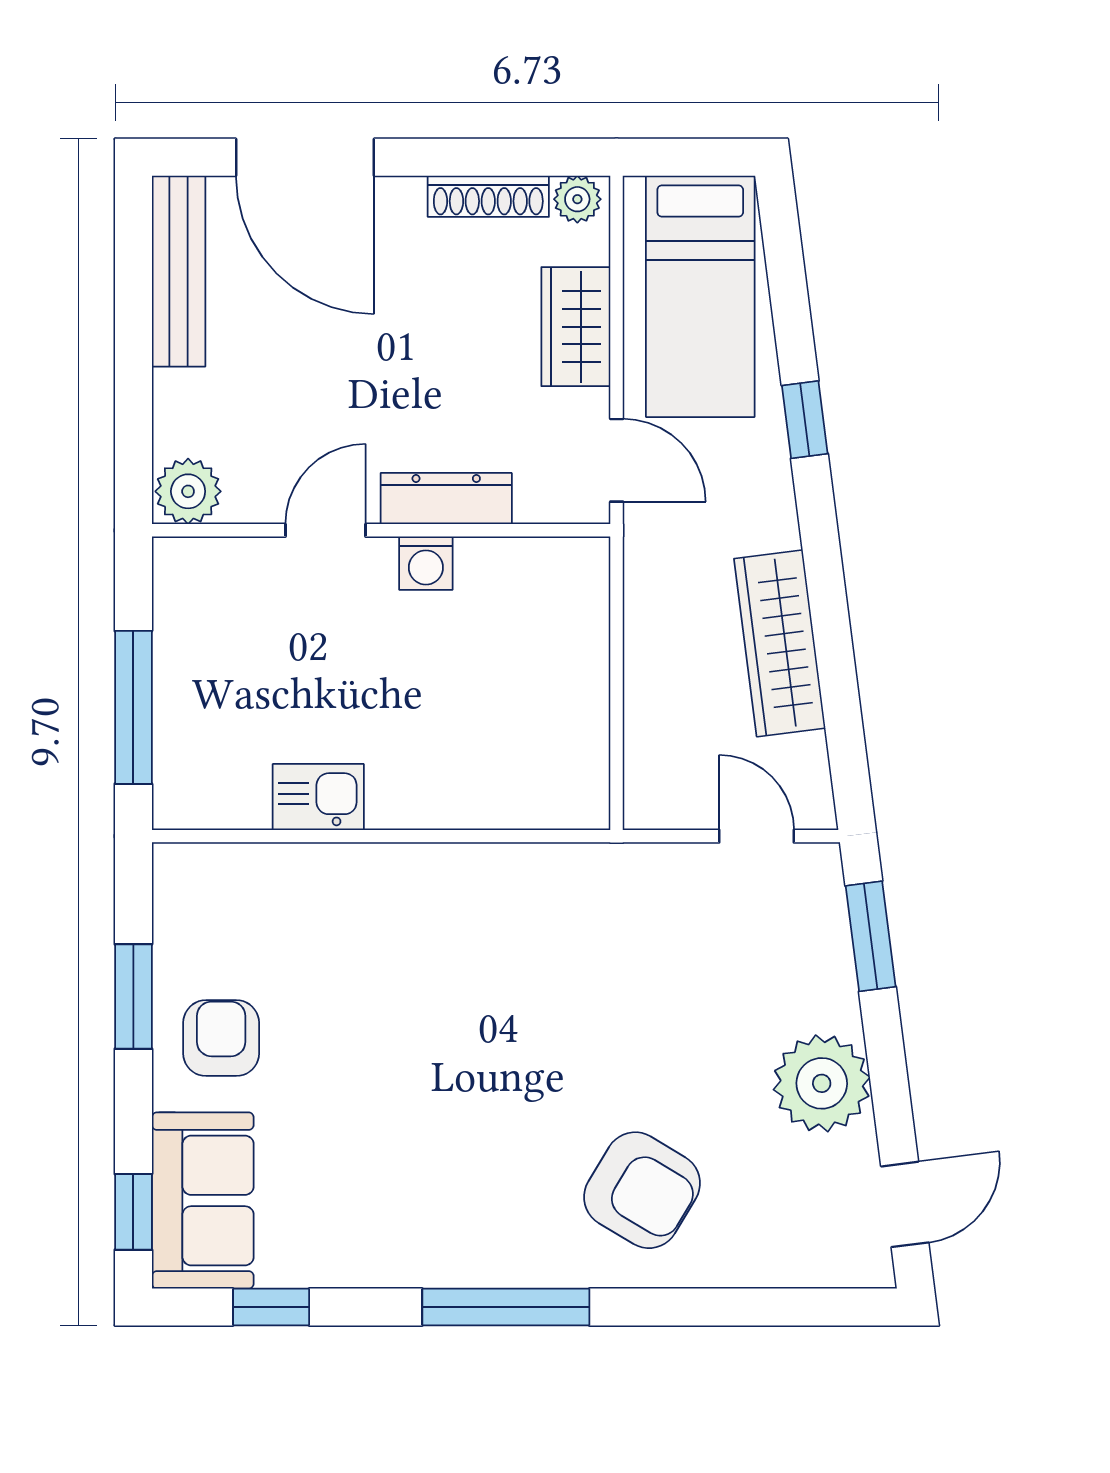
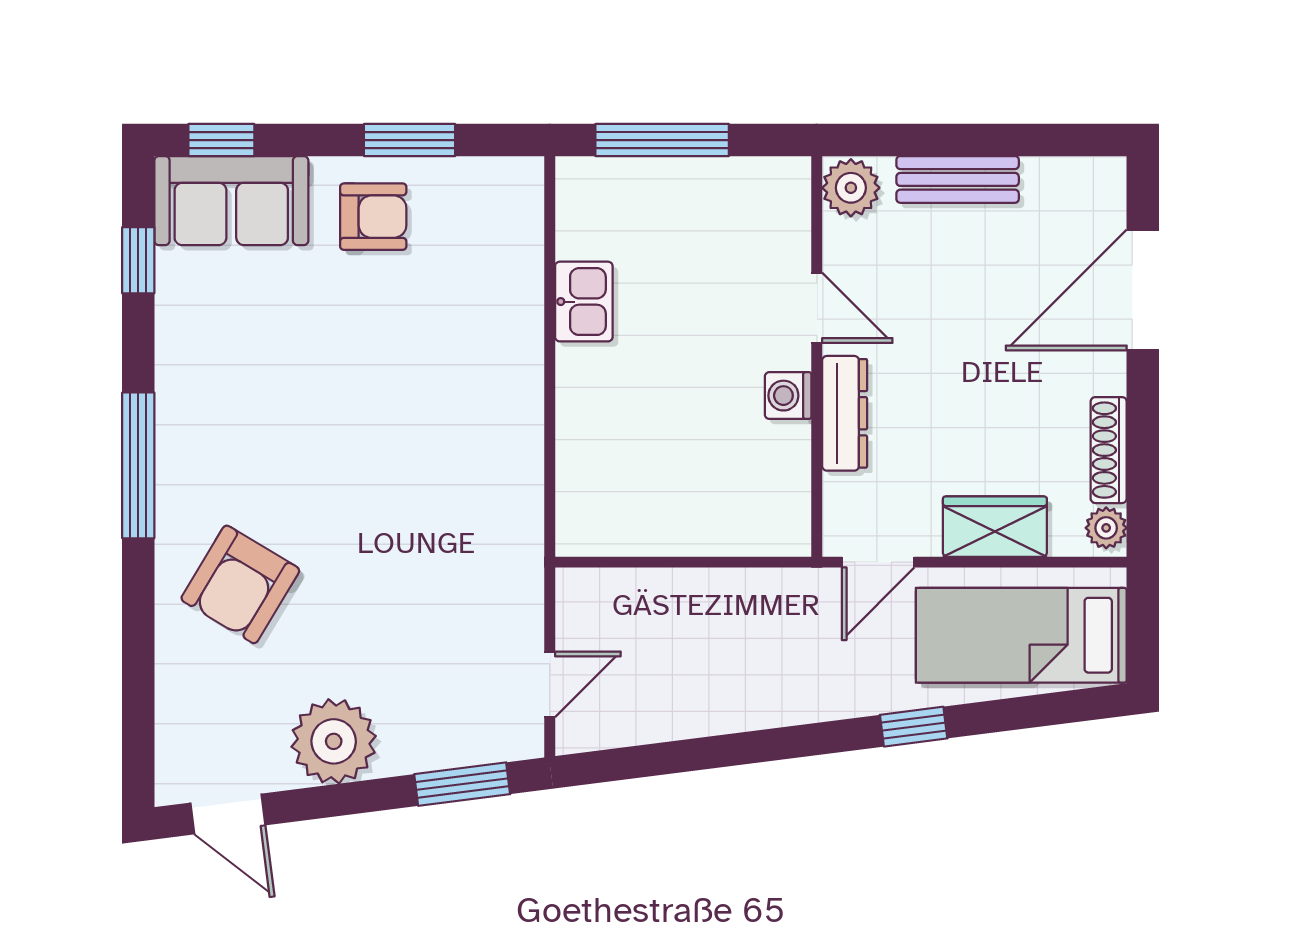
bench: (179, 271) -> (958, 179), moved, width x0.73
wardrobe: (780, 643) -> (718, 705), removed

